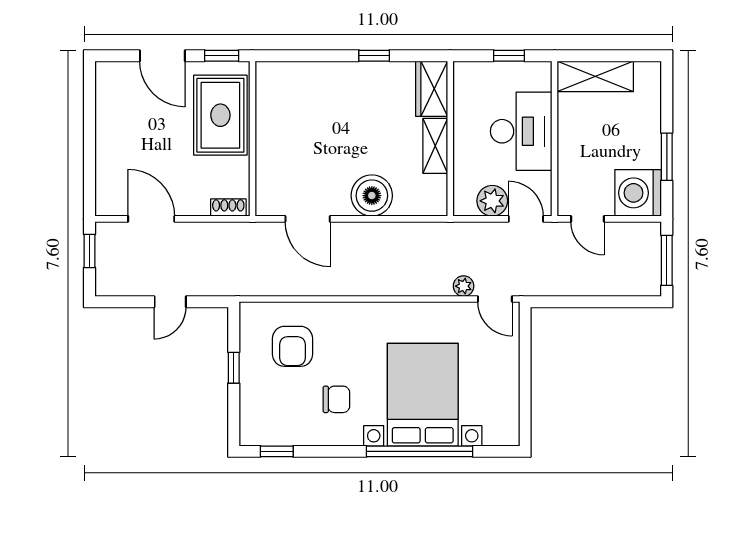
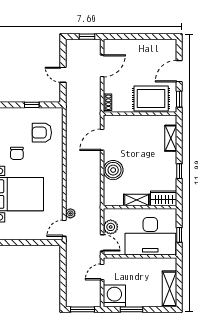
shelving: (305, 74) -> (171, 138), added
shelving: (595, 76) -> (169, 289), moved
desk: (521, 131) -> (150, 236), width x1.36, depth x1.30
door: (526, 219) -> (102, 243), hinge flipped

